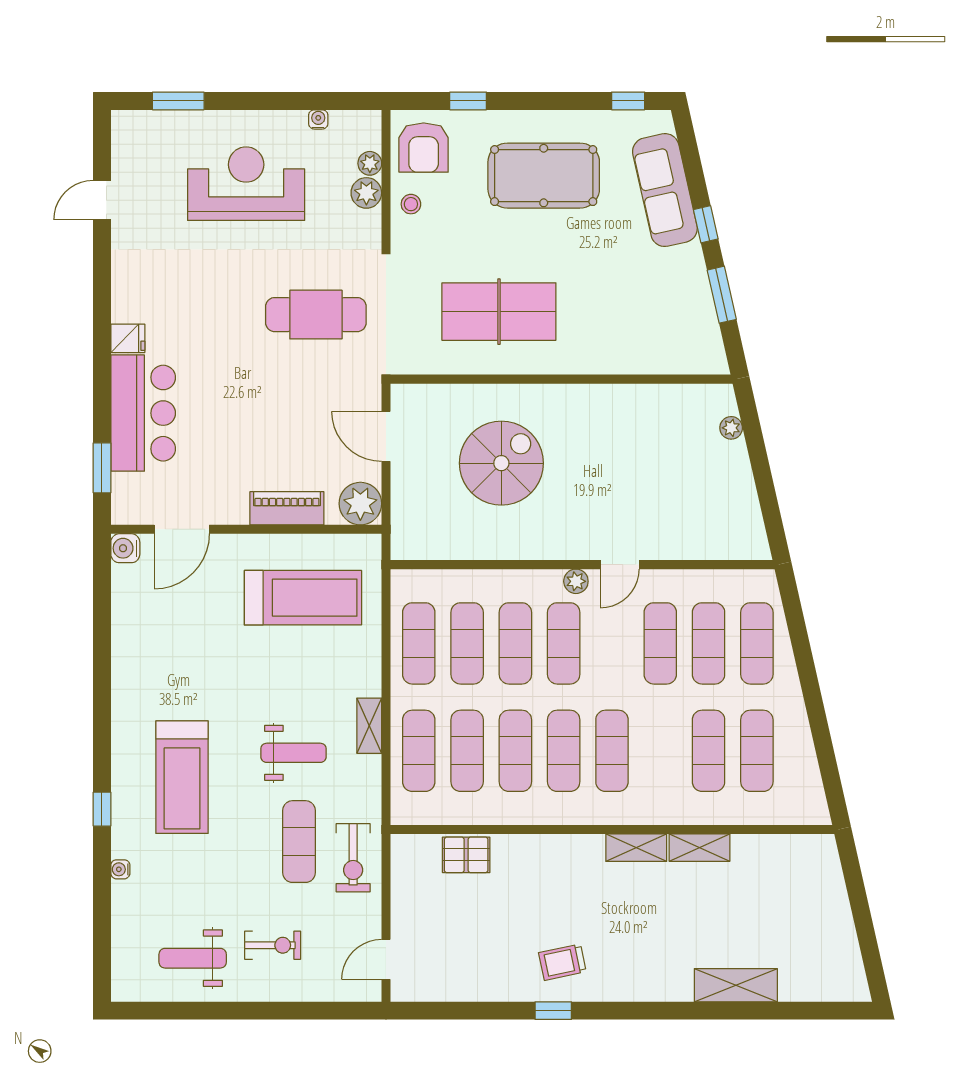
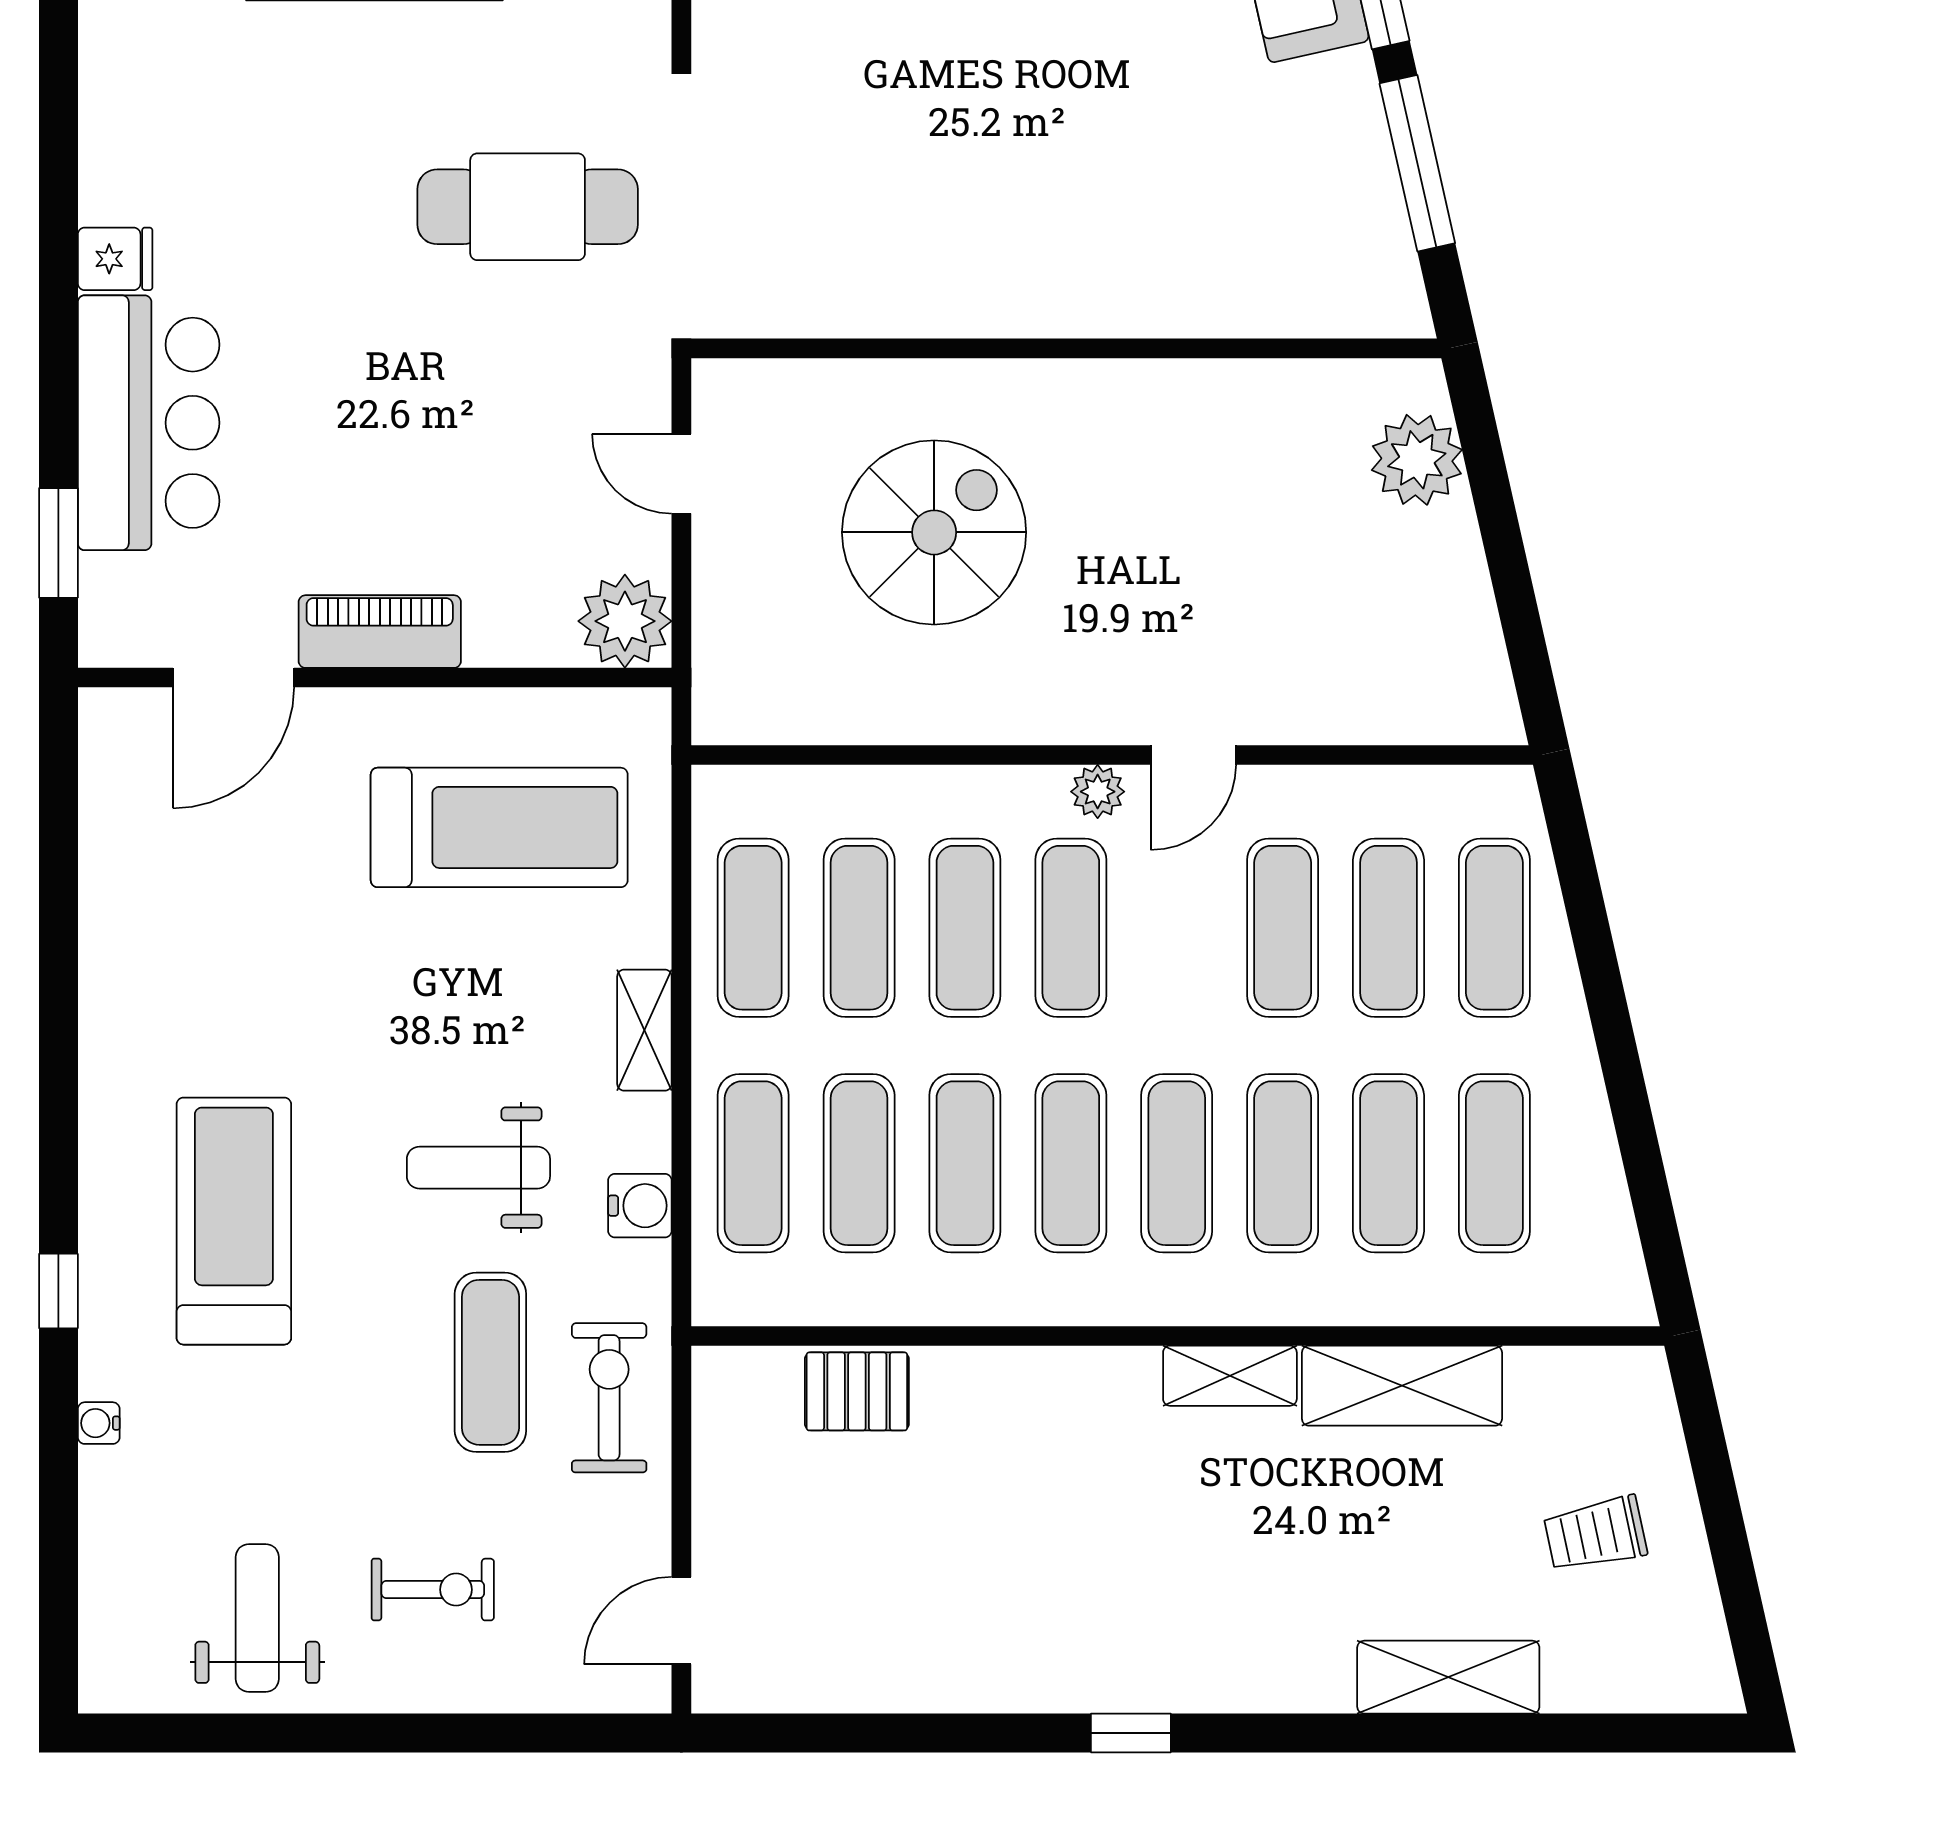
window: (722, 295) -> (1417, 163), width x1.44
table tennis table: (499, 312) -> (929, 200), removed
plant: (731, 428) -> (1417, 460), width x1.87, depth x1.87
door: (386, 436) -> (681, 474), width x0.73
piano: (287, 508) -> (380, 632), moved
water cooler: (125, 548) -> (640, 1206), moved, turned 180
shelving: (369, 726) -> (644, 1030), moved
exercise mat: (660, 751) -> (1283, 1163), added
weight bench: (294, 753) -> (478, 1168), turned 180
treadmill: (182, 777) -> (234, 1221), turned 180
shelving: (699, 848) -> (1402, 1386), width x1.50, depth x1.33
exercise bike: (353, 858) -> (609, 1398), turned 180
weight bench: (193, 958) -> (257, 1618), turned 90
trolley: (562, 962) -> (1595, 1534), moved
window: (553, 1011) -> (1131, 1733), moved

